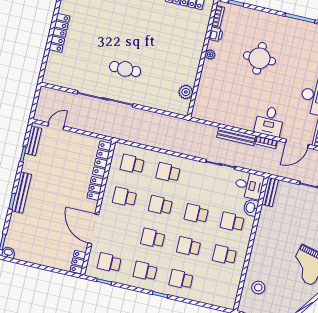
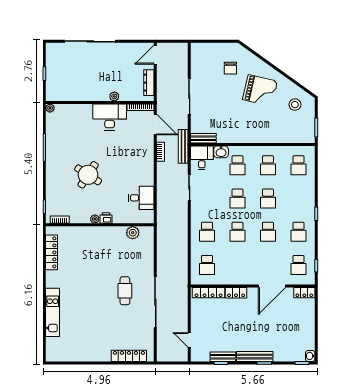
locker: (59, 33) -> (129, 356), moved
printer: (216, 34) -> (106, 218), moved
round table: (259, 58) -> (88, 175), turned 33
desk: (269, 121) -> (141, 198), moved
bench: (236, 136) -> (183, 146), moved
bench: (33, 141) -> (223, 357), moved
school desk: (125, 197) -> (237, 265), removed
school desk: (181, 279) -> (298, 165), moved
stool: (258, 288) -> (295, 105), moved

